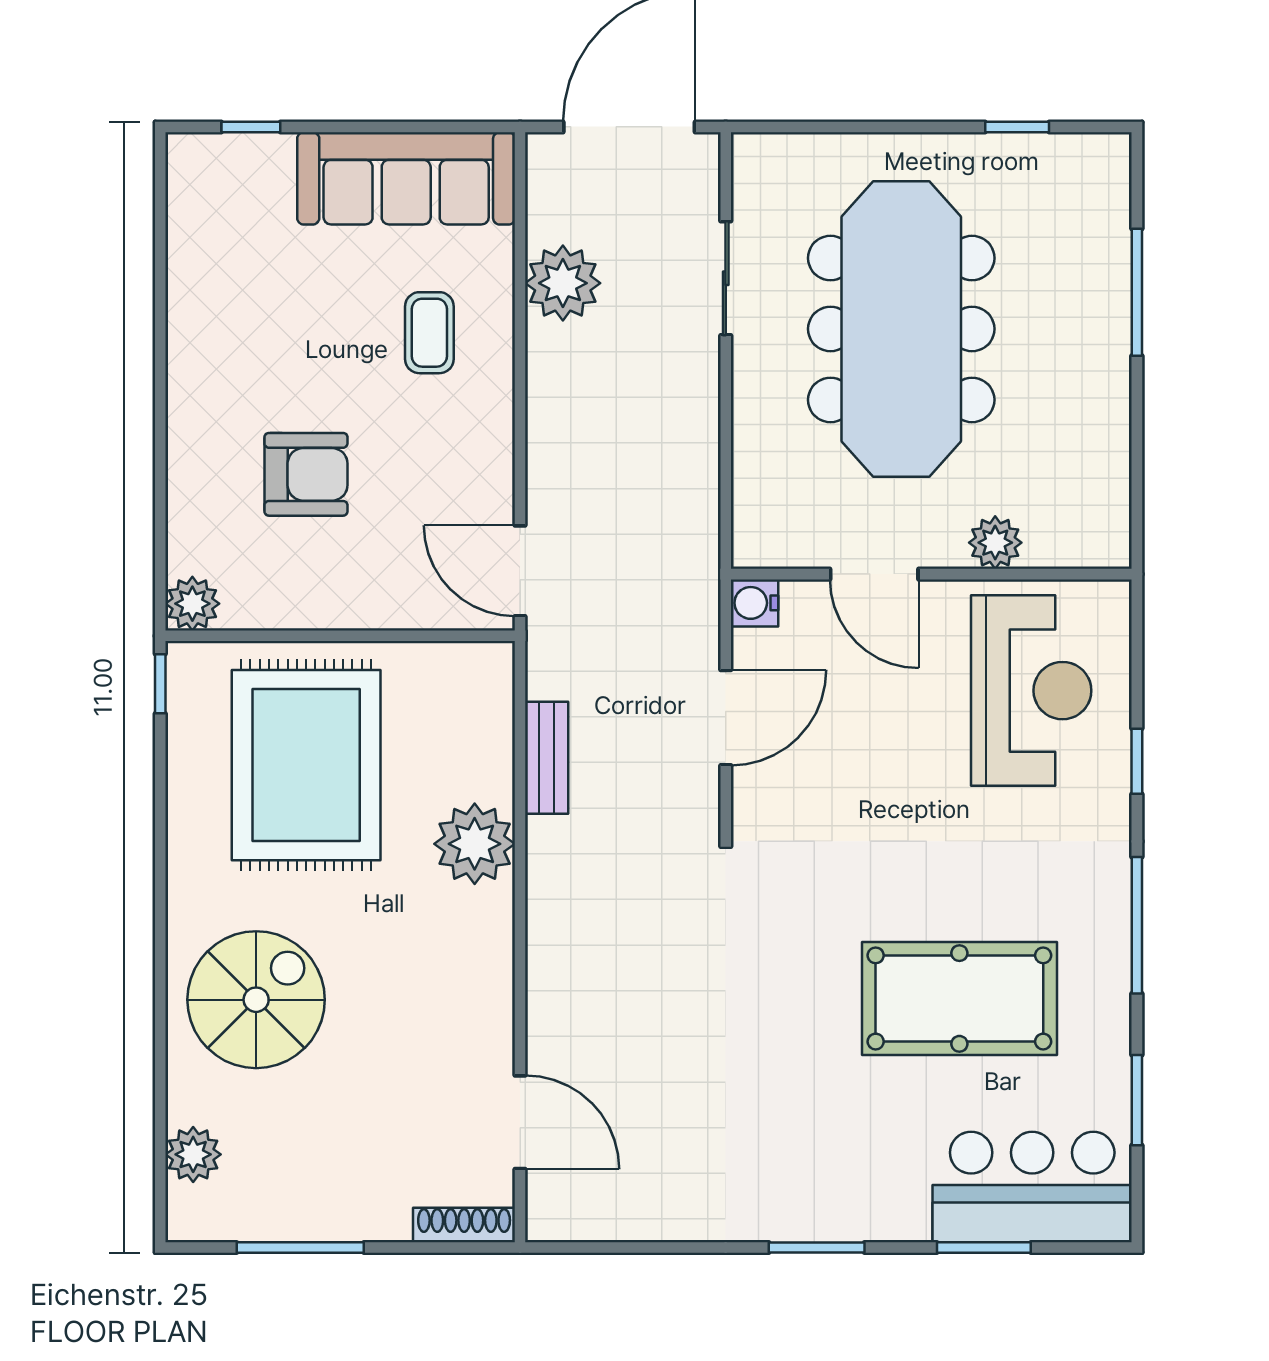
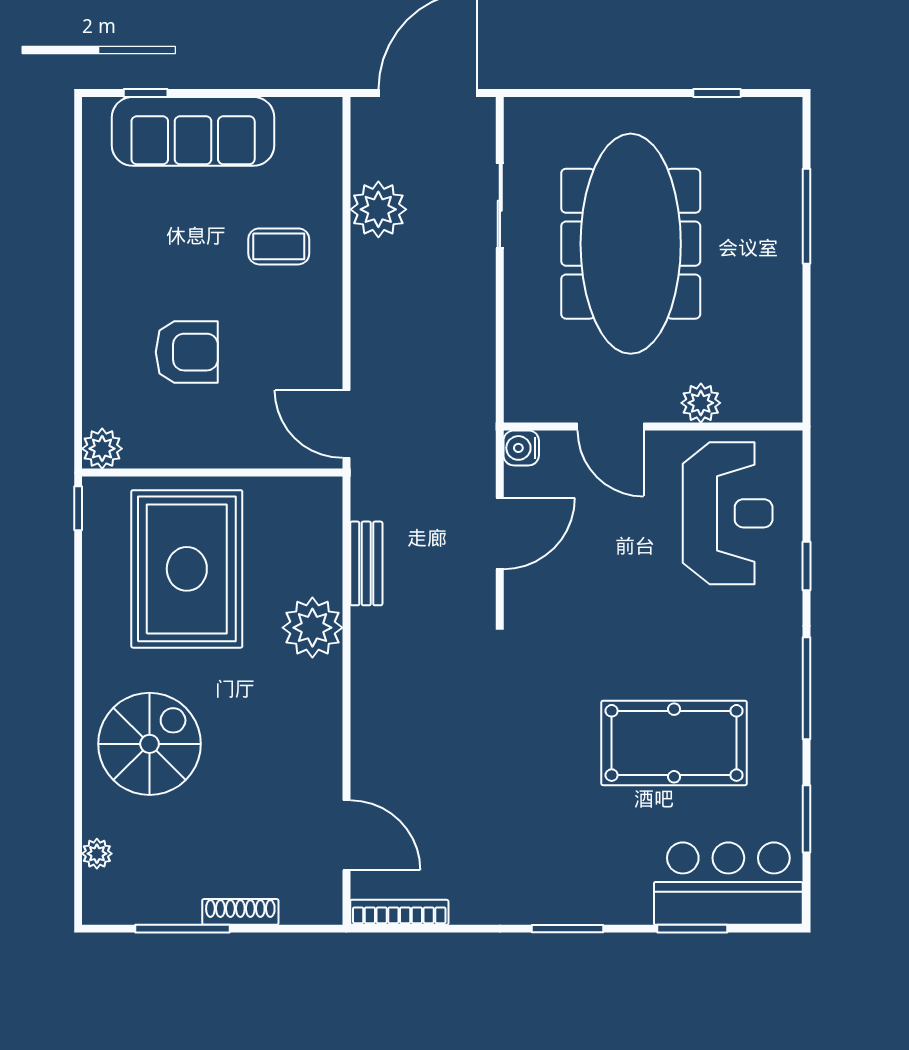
sofa: (406, 178) -> (193, 131), moved
coffee table: (429, 333) -> (279, 246), turned 90
plant: (193, 1154) -> (97, 854), width x0.73, depth x0.73
shoe rack: (464, 1225) -> (240, 912), moved
bookcase: (591, 1225) -> (399, 912), added

